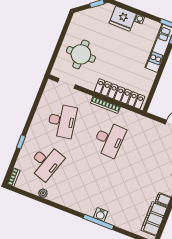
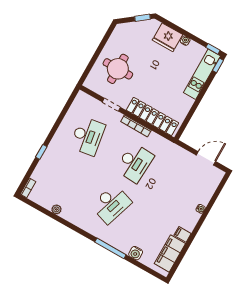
doorway: (67, 83) -> (111, 105), moved
desk: (46, 162) -> (111, 204), moved
water cooler: (101, 215) -> (136, 253), moved

